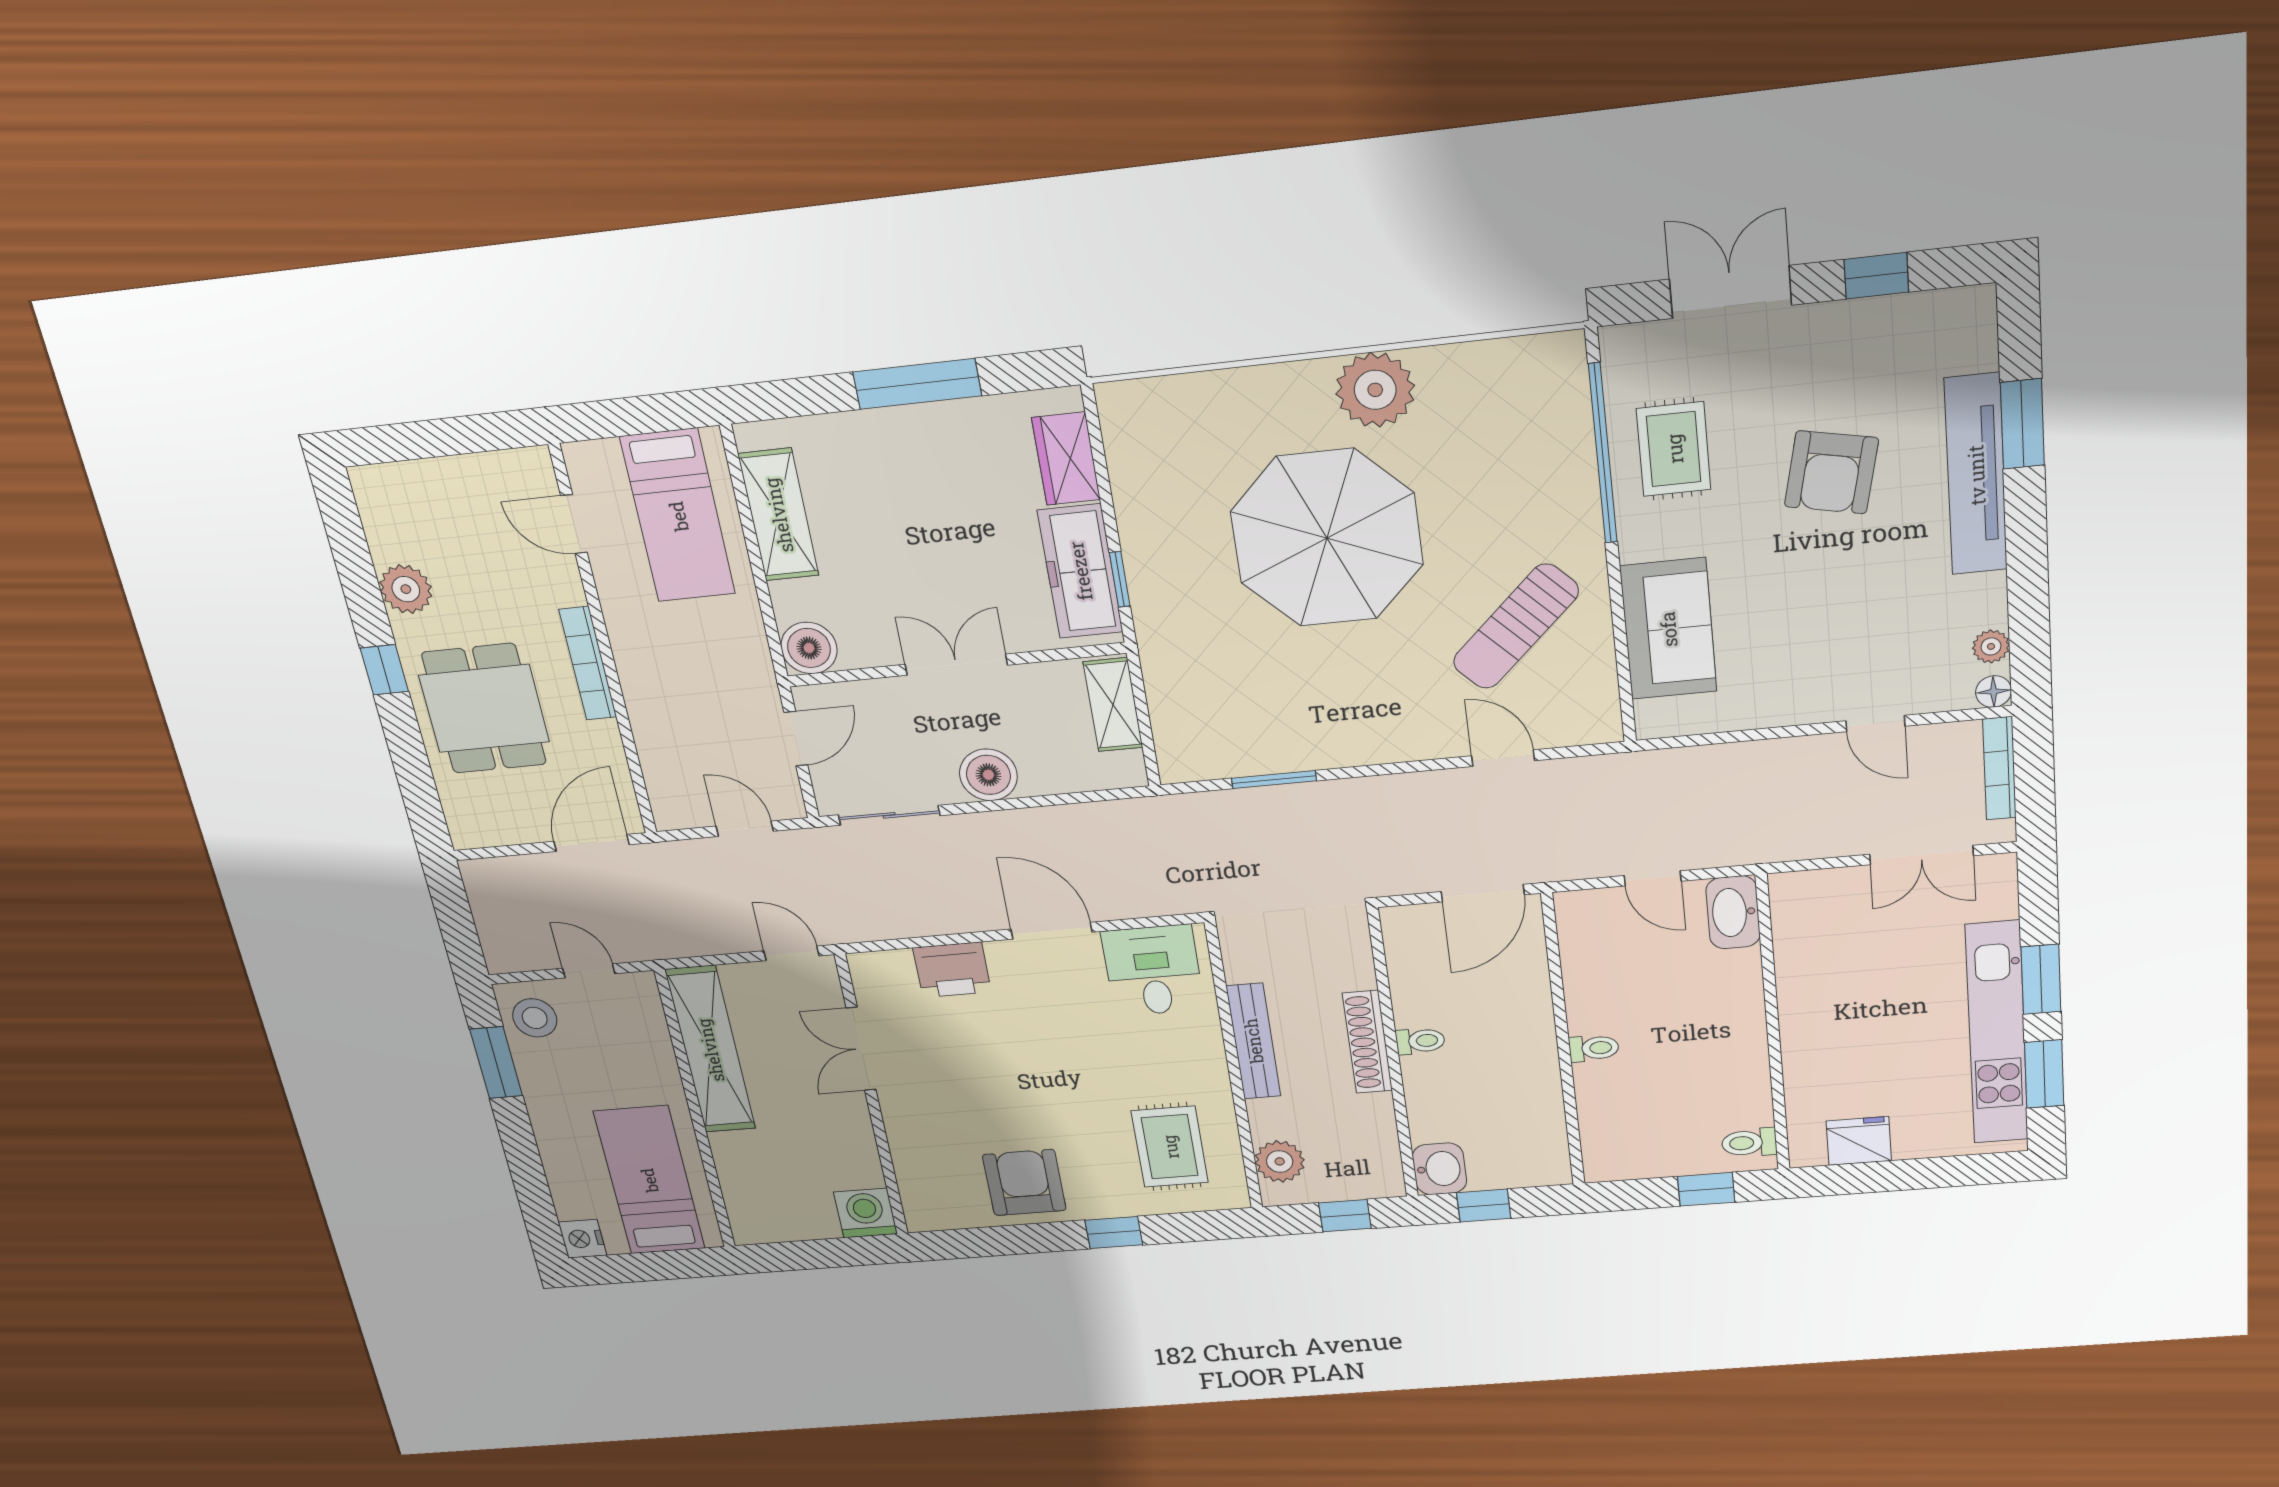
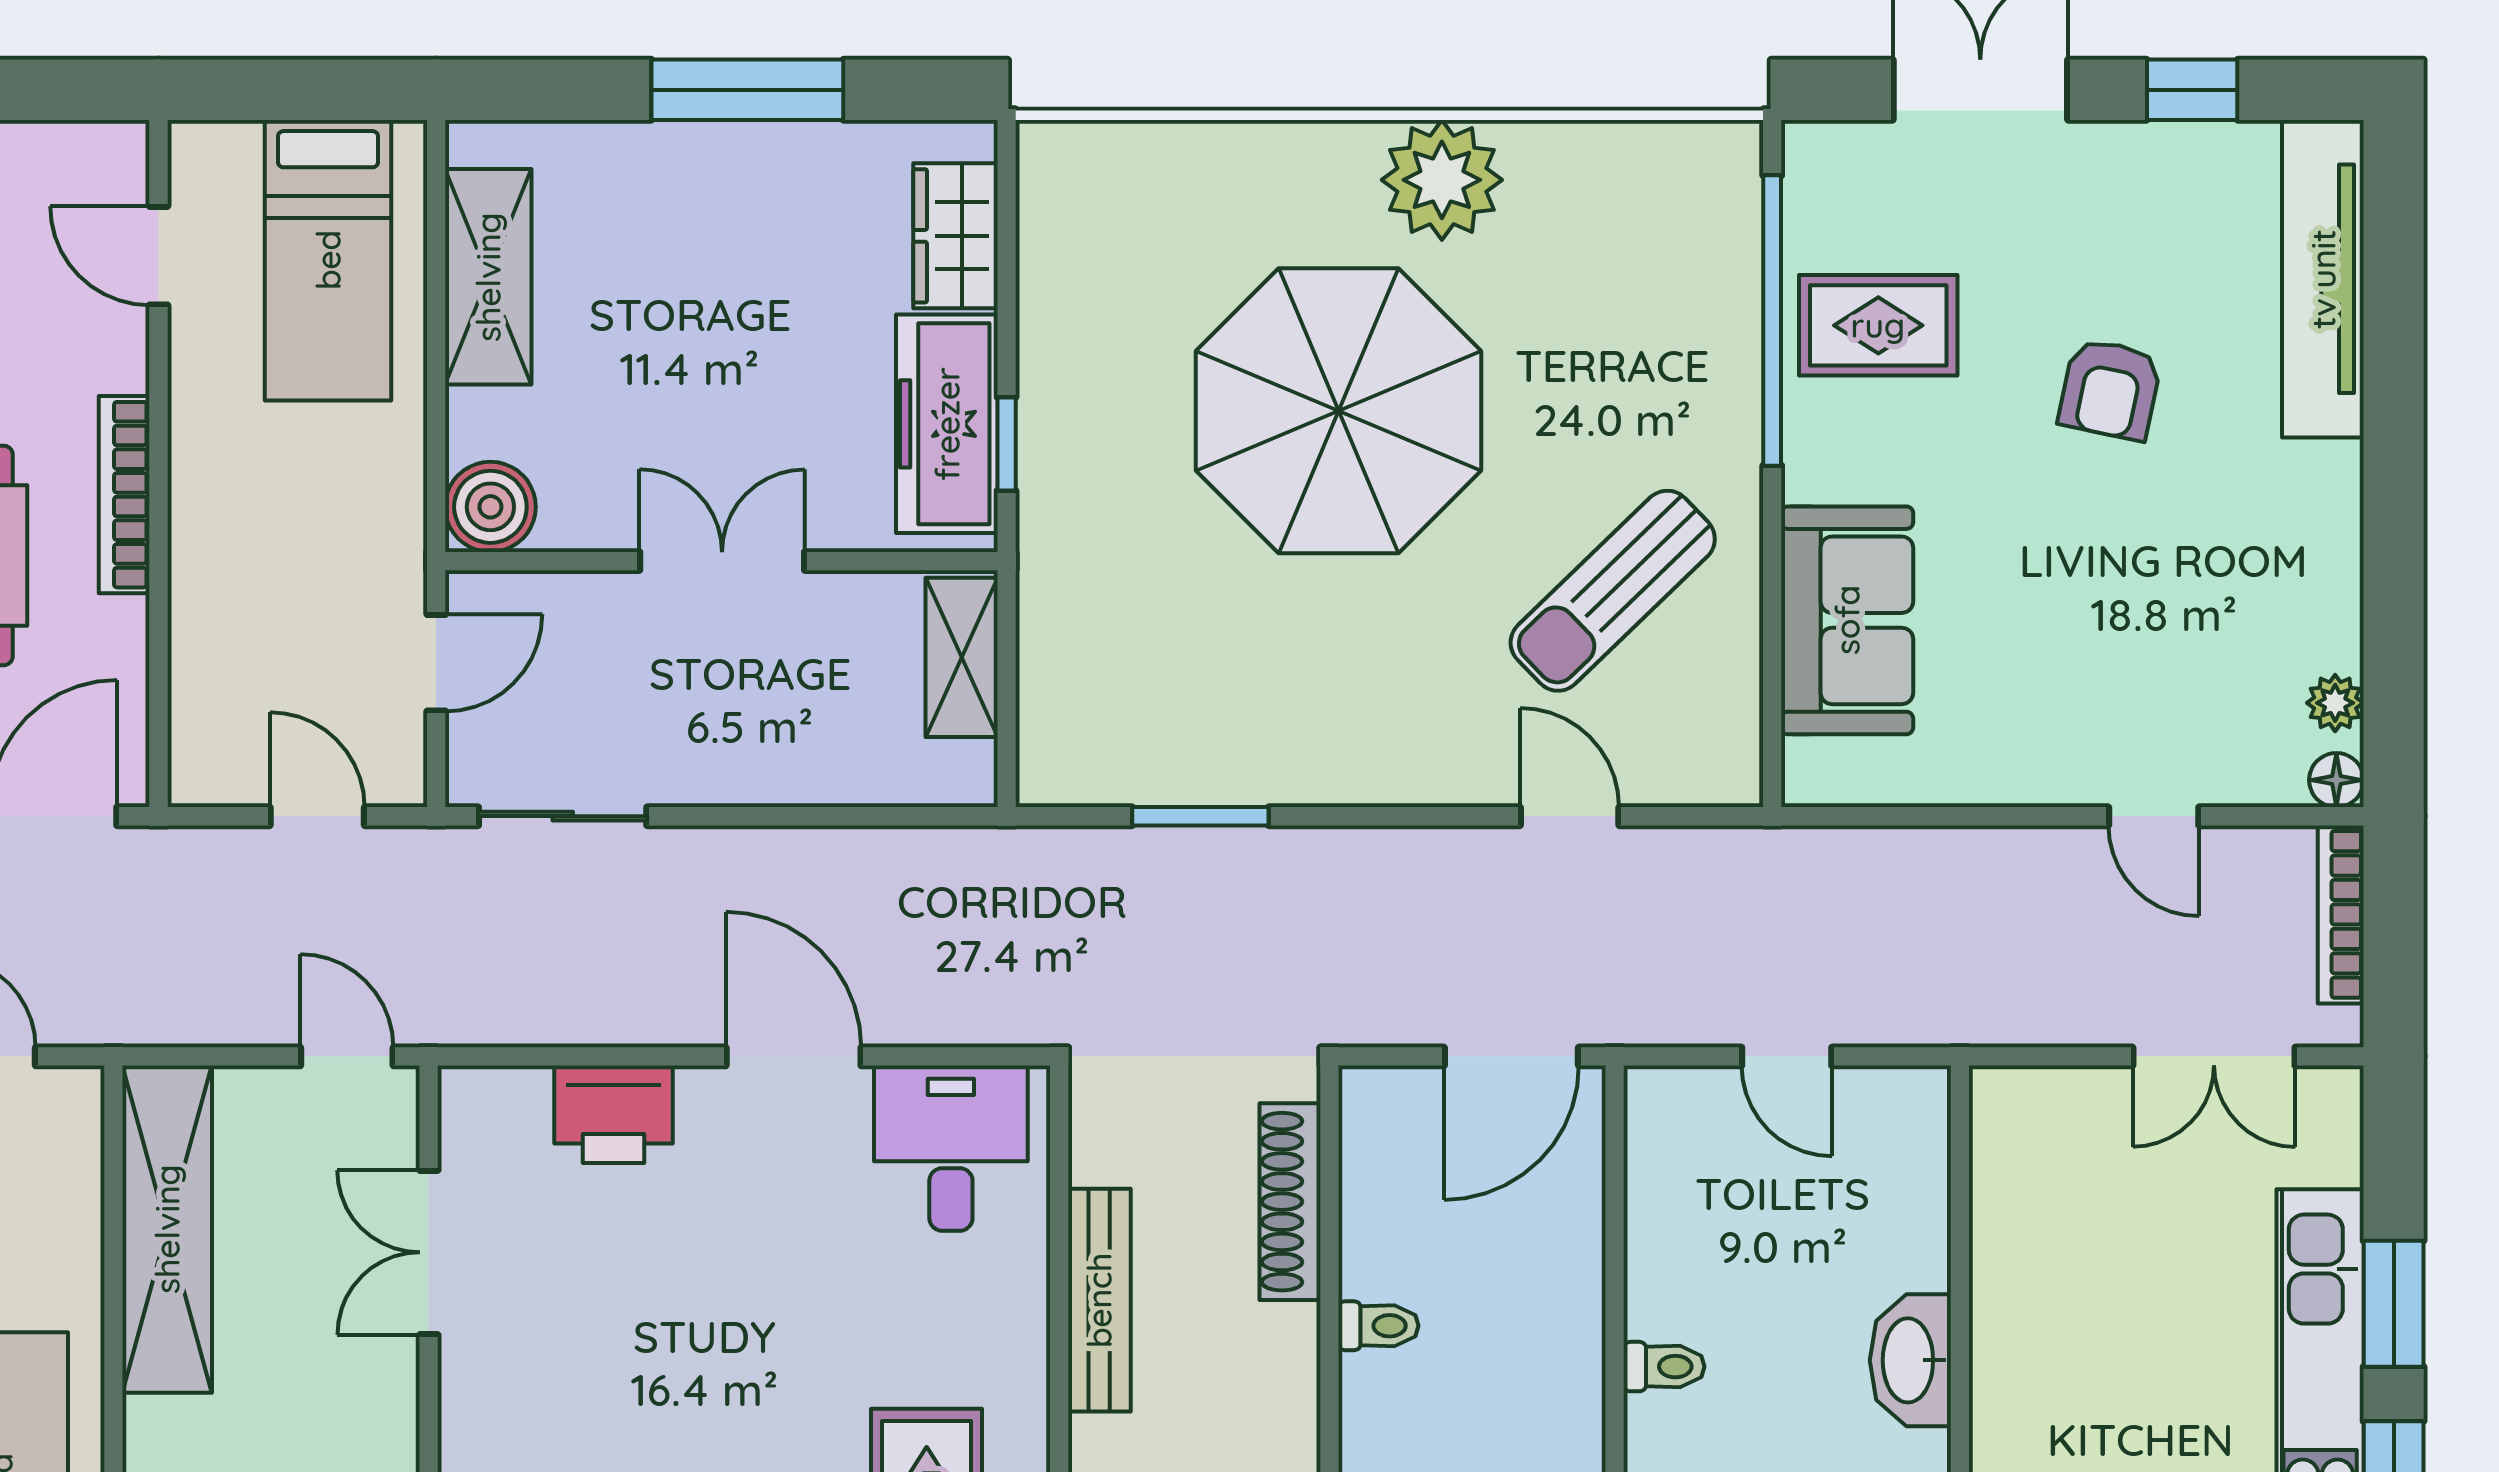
window: (2022, 424) -> (2394, 344), removed
rug: (1674, 449) -> (1878, 325), turned 90
armchair: (1831, 472) -> (2110, 389), width x0.72, depth x0.72
tv unit: (1976, 475) -> (2323, 279), moved
boiler: (988, 775) -> (739, 760), removed
washbasin: (1733, 912) -> (1910, 1360), moved
shoe rack: (1367, 1042) -> (1290, 1202), moved

